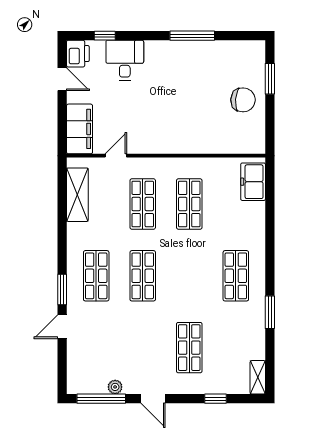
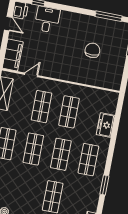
window: (192, 36) -> (109, 16), moved
chair: (243, 100) -> (92, 50), moved, turned -94
freezer: (253, 182) -> (106, 125), moved
shop shelf: (189, 276) -> (61, 154), added

